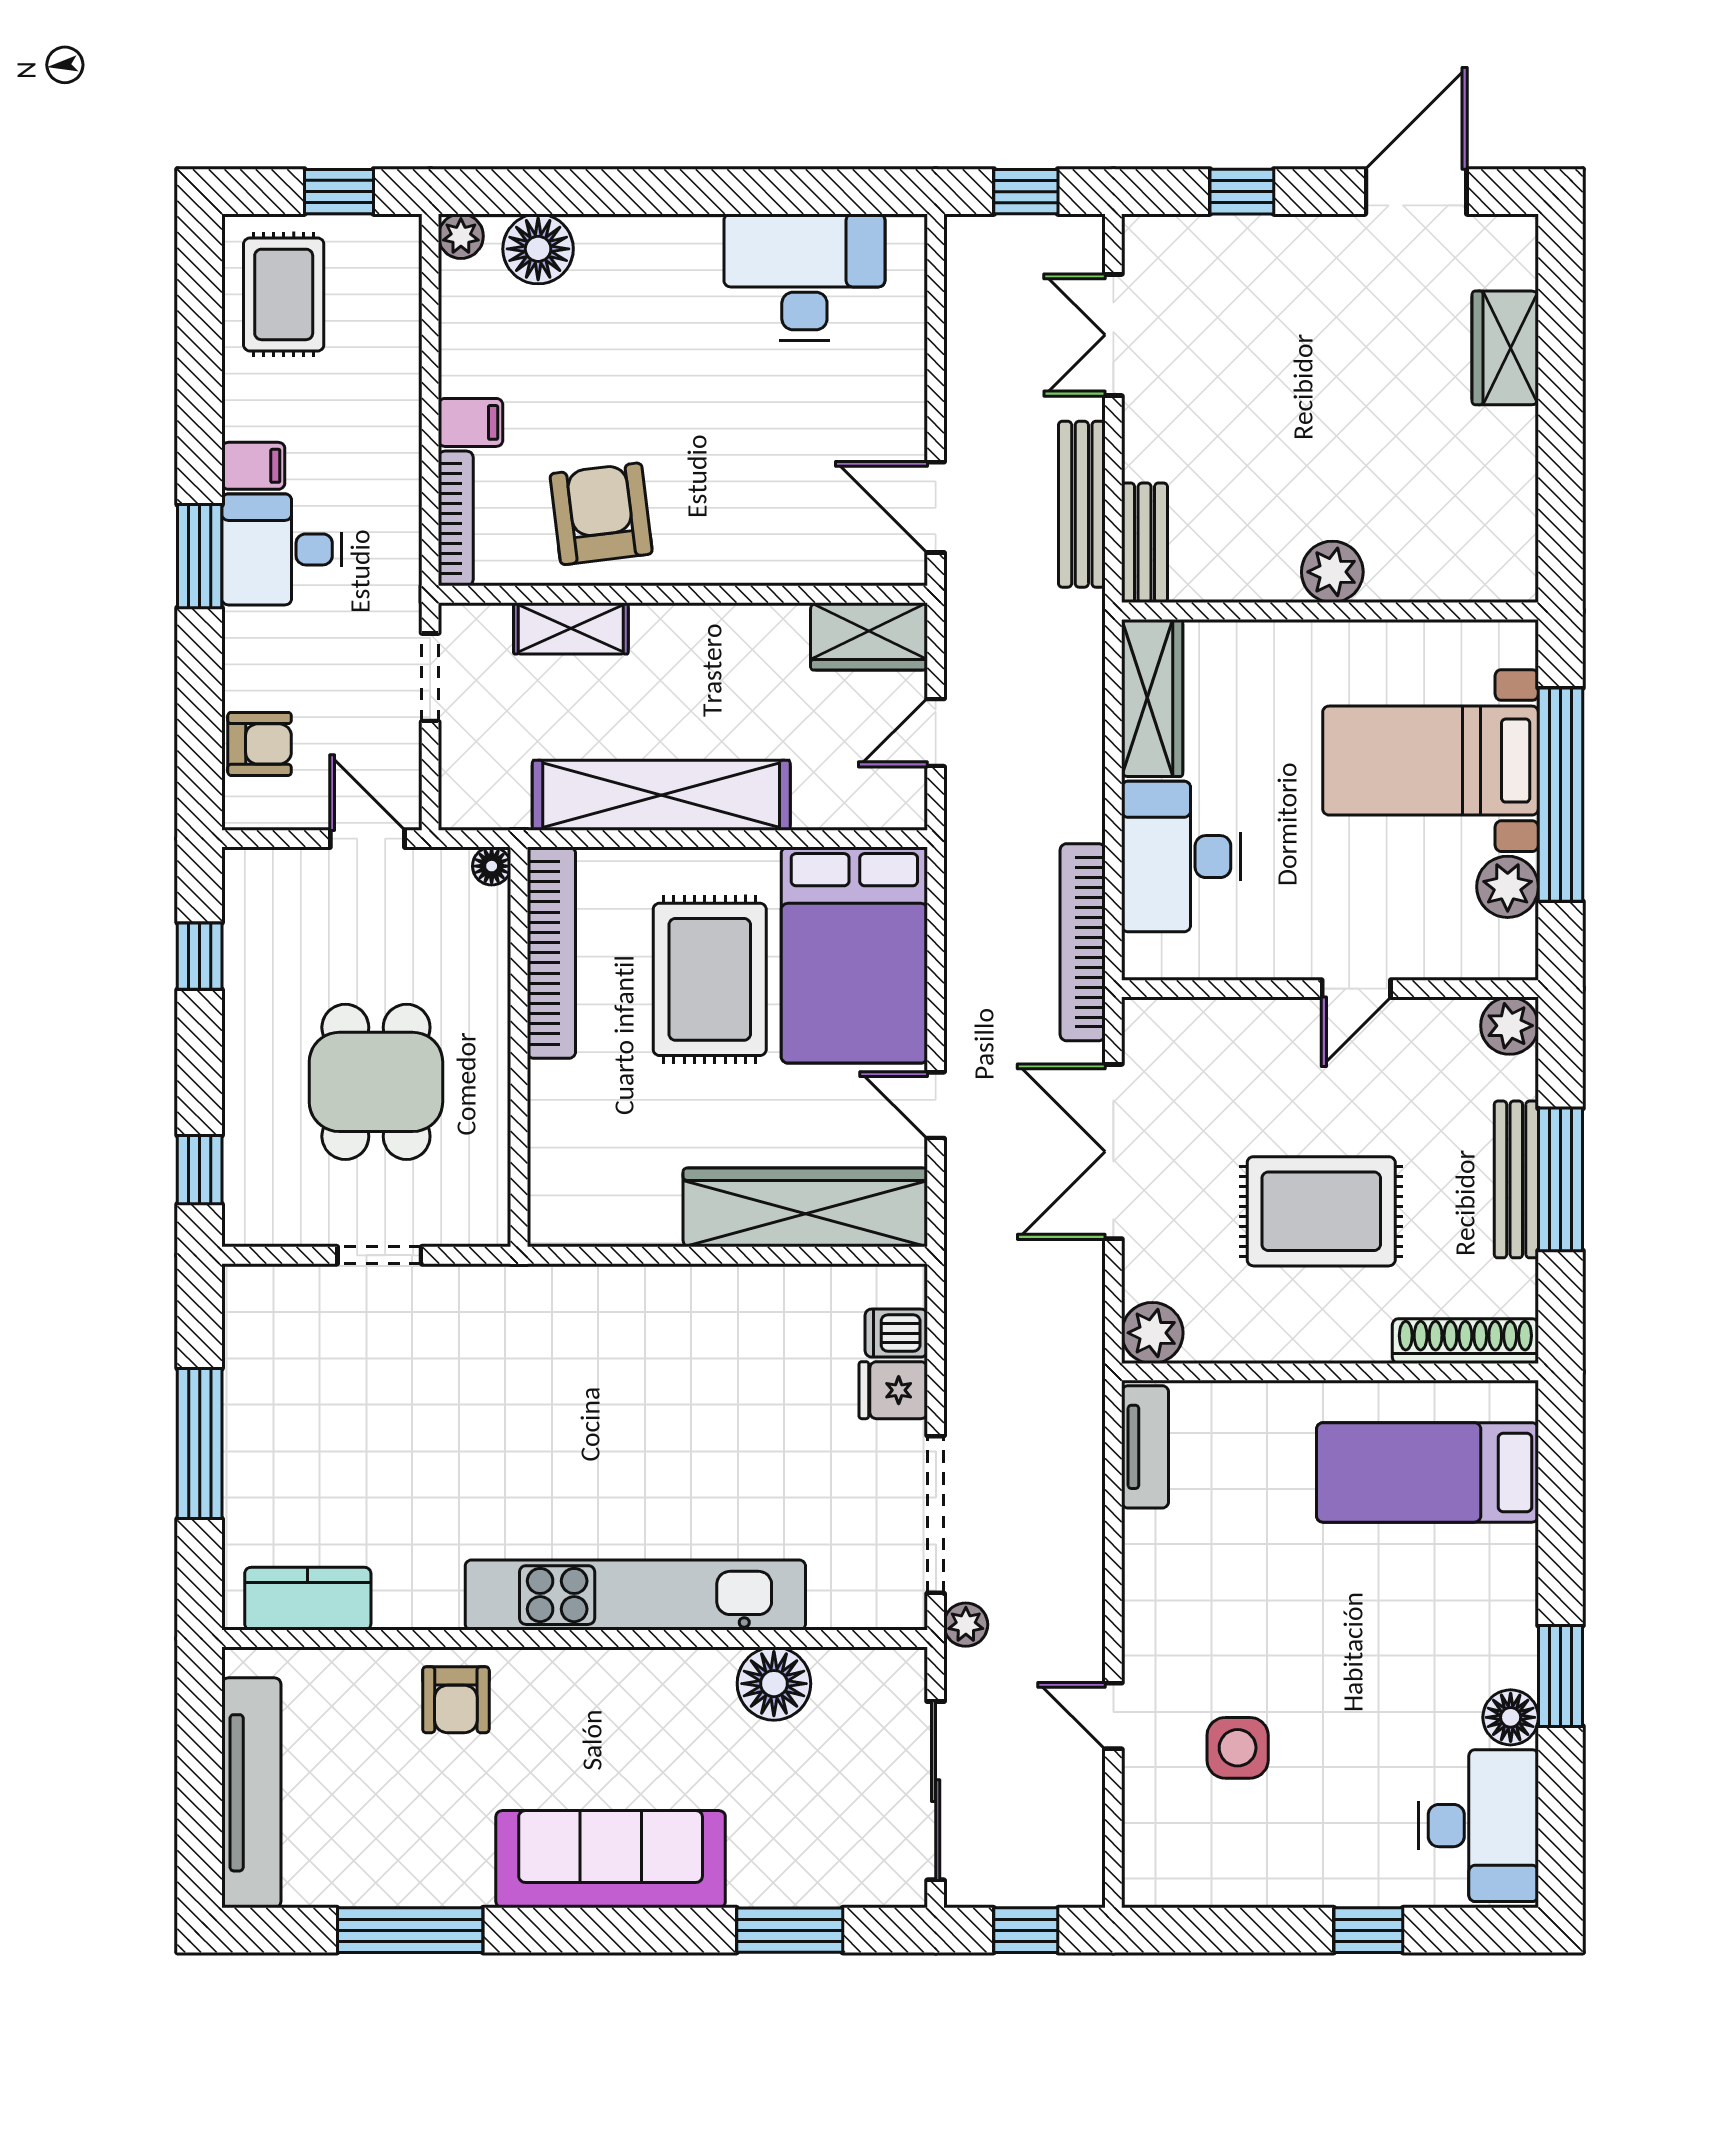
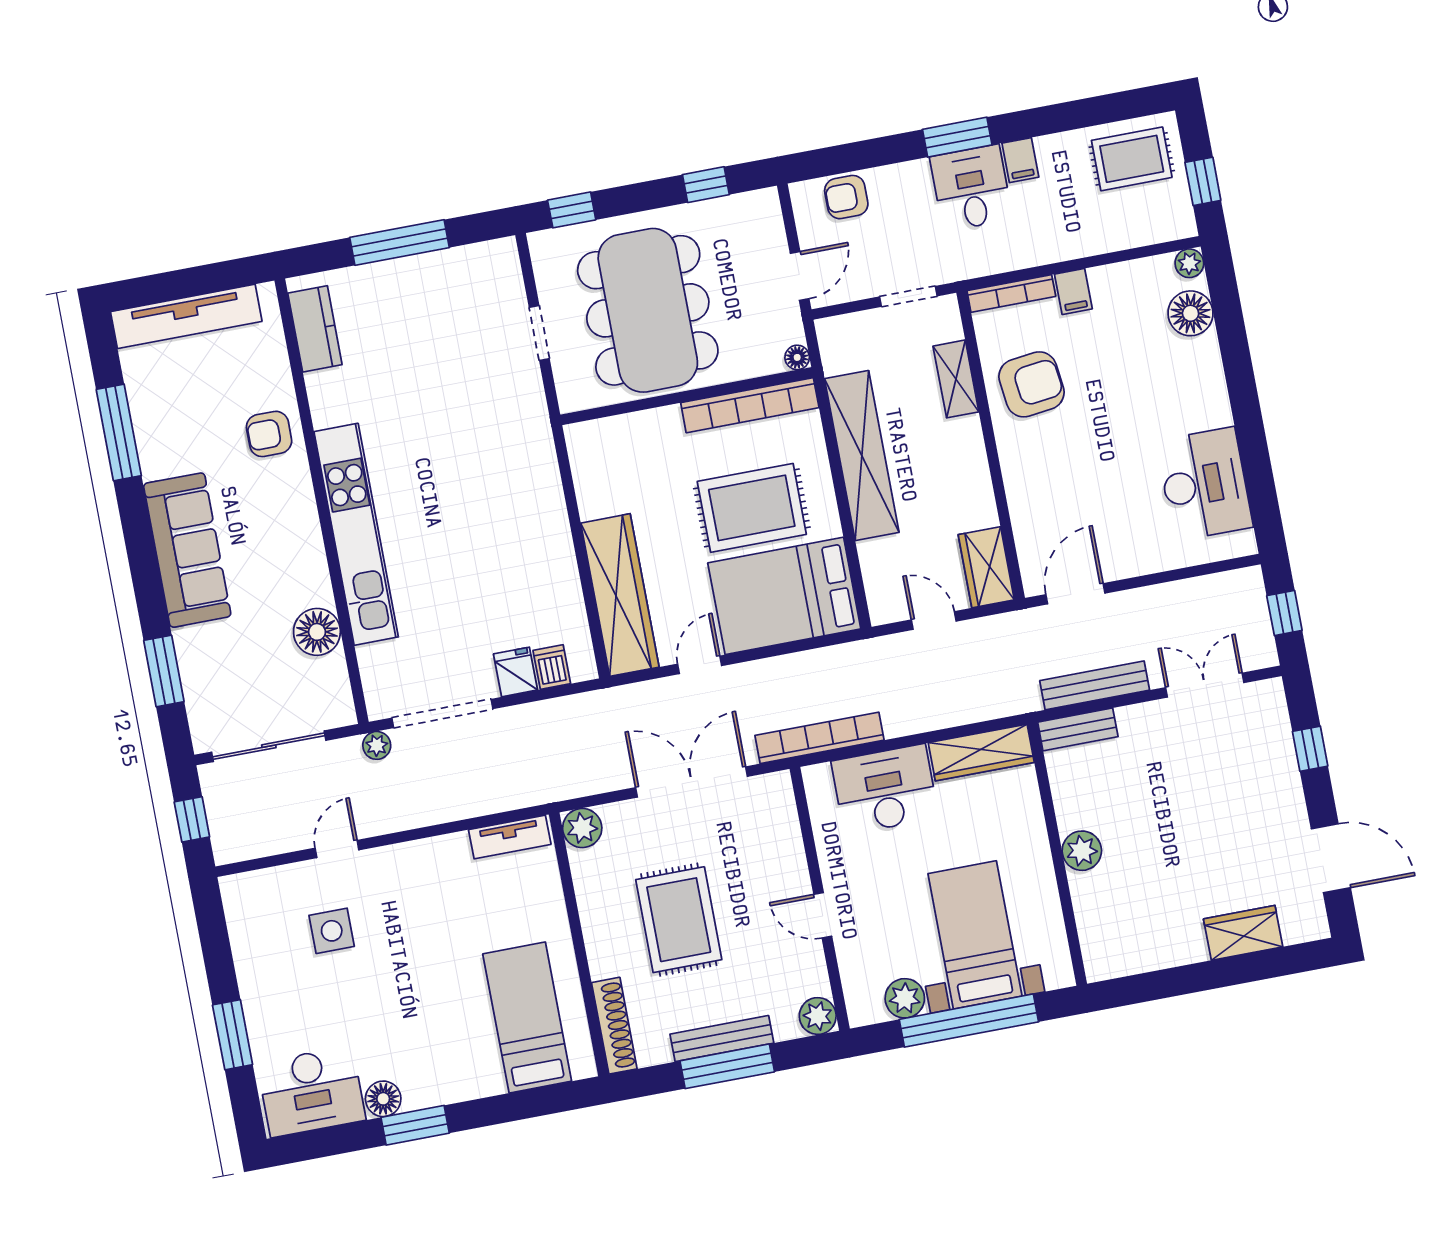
armchair: (260, 744) -> (846, 197), turned 90
dining table: (376, 1082) -> (648, 310), width x1.88, depth x1.24
window: (1368, 1930) -> (233, 1035), width x1.50

